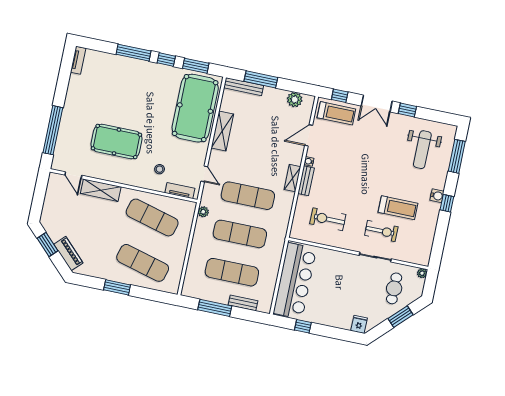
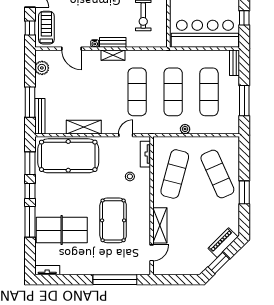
table tennis table: (118, 85) -> (62, 230), added
plant: (203, 212) -> (185, 129), moved
exercise mat: (143, 263) -> (217, 174), turned -39
bench: (243, 303) -> (235, 63), moved

